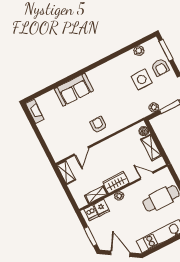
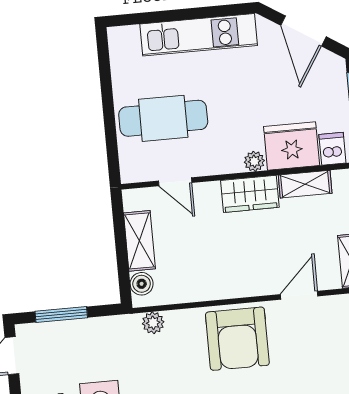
plant: (154, 107) -> (153, 323), moved
armchair: (98, 125) -> (237, 339), width x1.88, depth x1.88
fridge: (102, 208) -> (292, 146), width x1.88, depth x1.34

